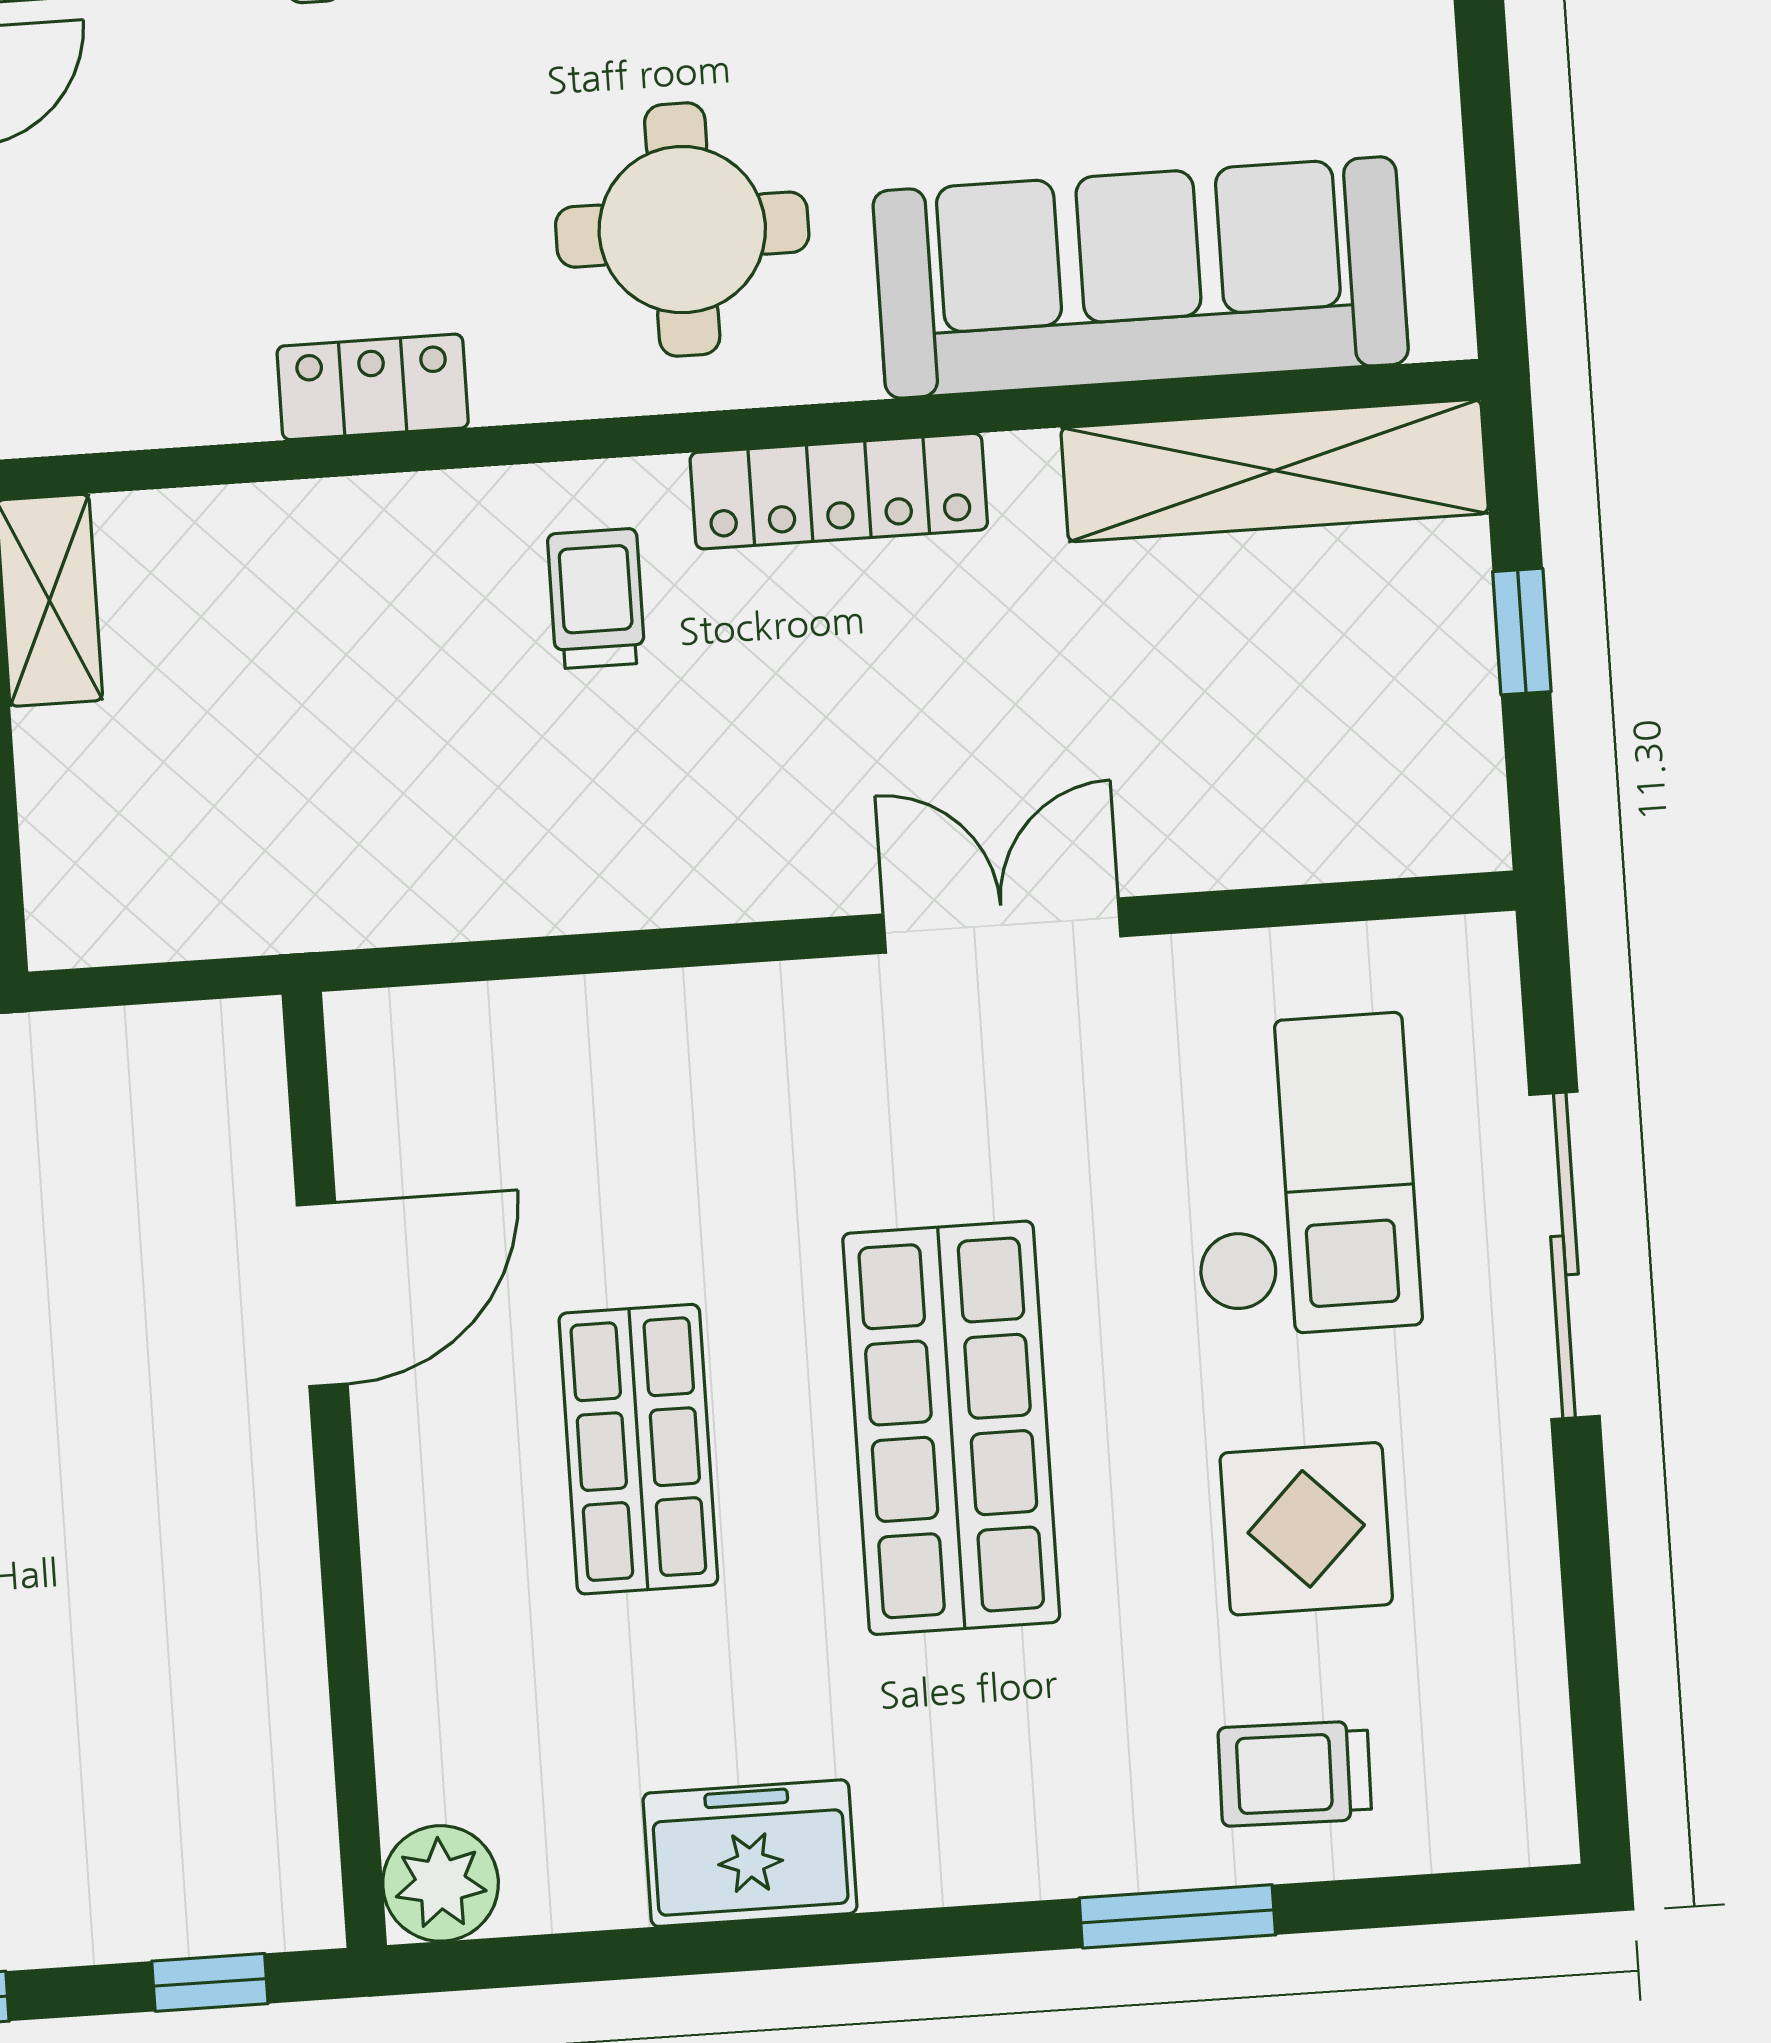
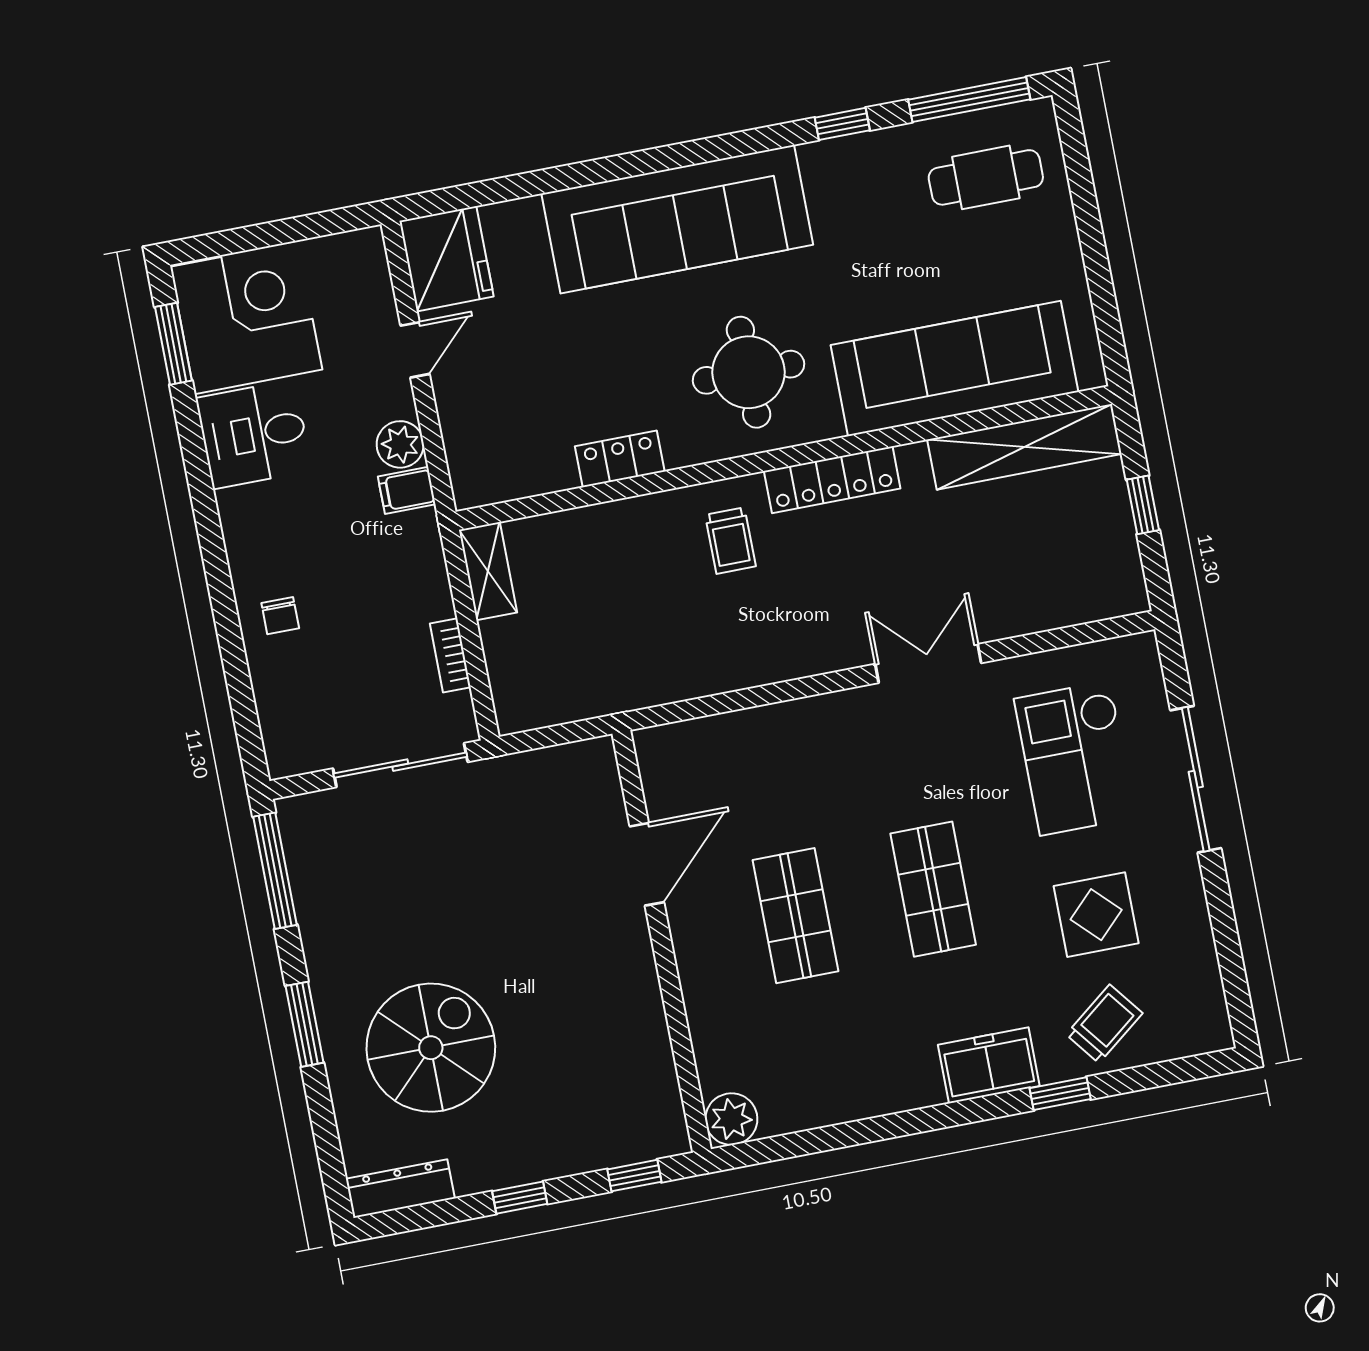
trolley: (596, 599) -> (730, 541), turned 180
checkout: (1302, 1176) -> (1075, 758), turned 180
shop shelf: (951, 1428) -> (933, 889), width x0.70, depth x0.74
trolley: (1295, 1773) -> (1104, 1024), turned 141
freezer: (750, 1853) -> (989, 1065), moved
window: (1177, 1916) -> (1060, 1094), width x0.67

